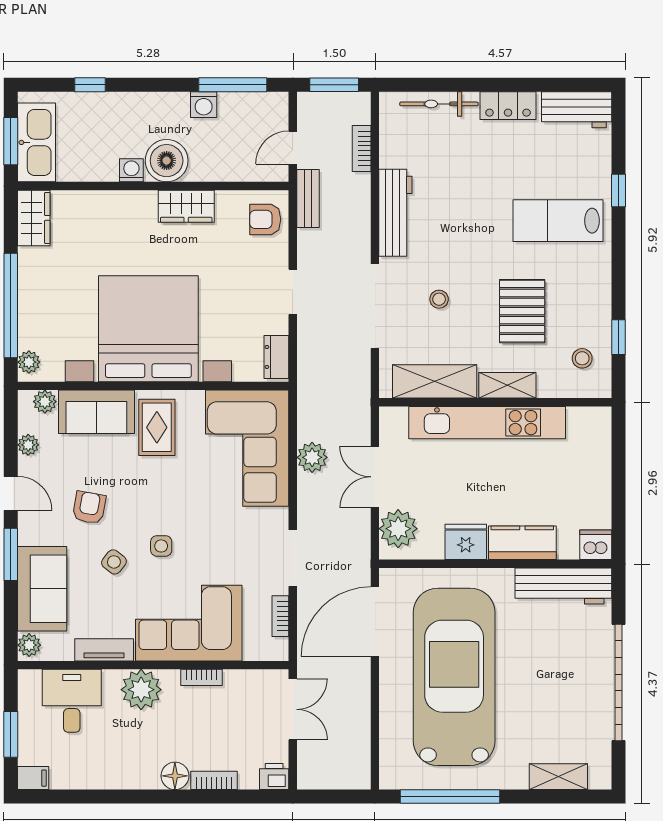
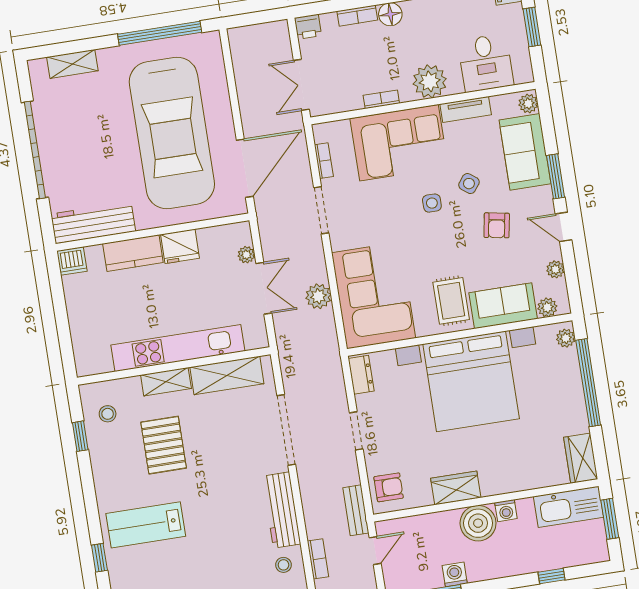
kitchen sink: (37, 142) -> (569, 507), moved, turned -90
lab bench: (558, 221) -> (146, 525), turned 180
stool: (439, 299) -> (283, 565), moved
plant: (398, 529) -> (246, 255), width x0.53, depth x0.53

